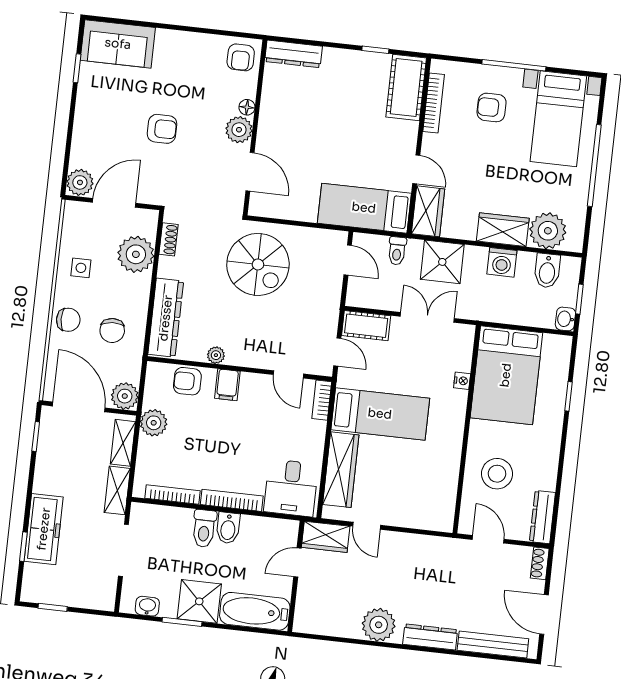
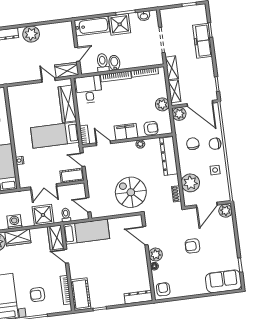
armchair: (492, 107) -> (37, 295), turned 180
filing cabinet: (227, 385) -> (126, 132), width x2.00
toilet: (204, 528) -> (103, 63), moved

